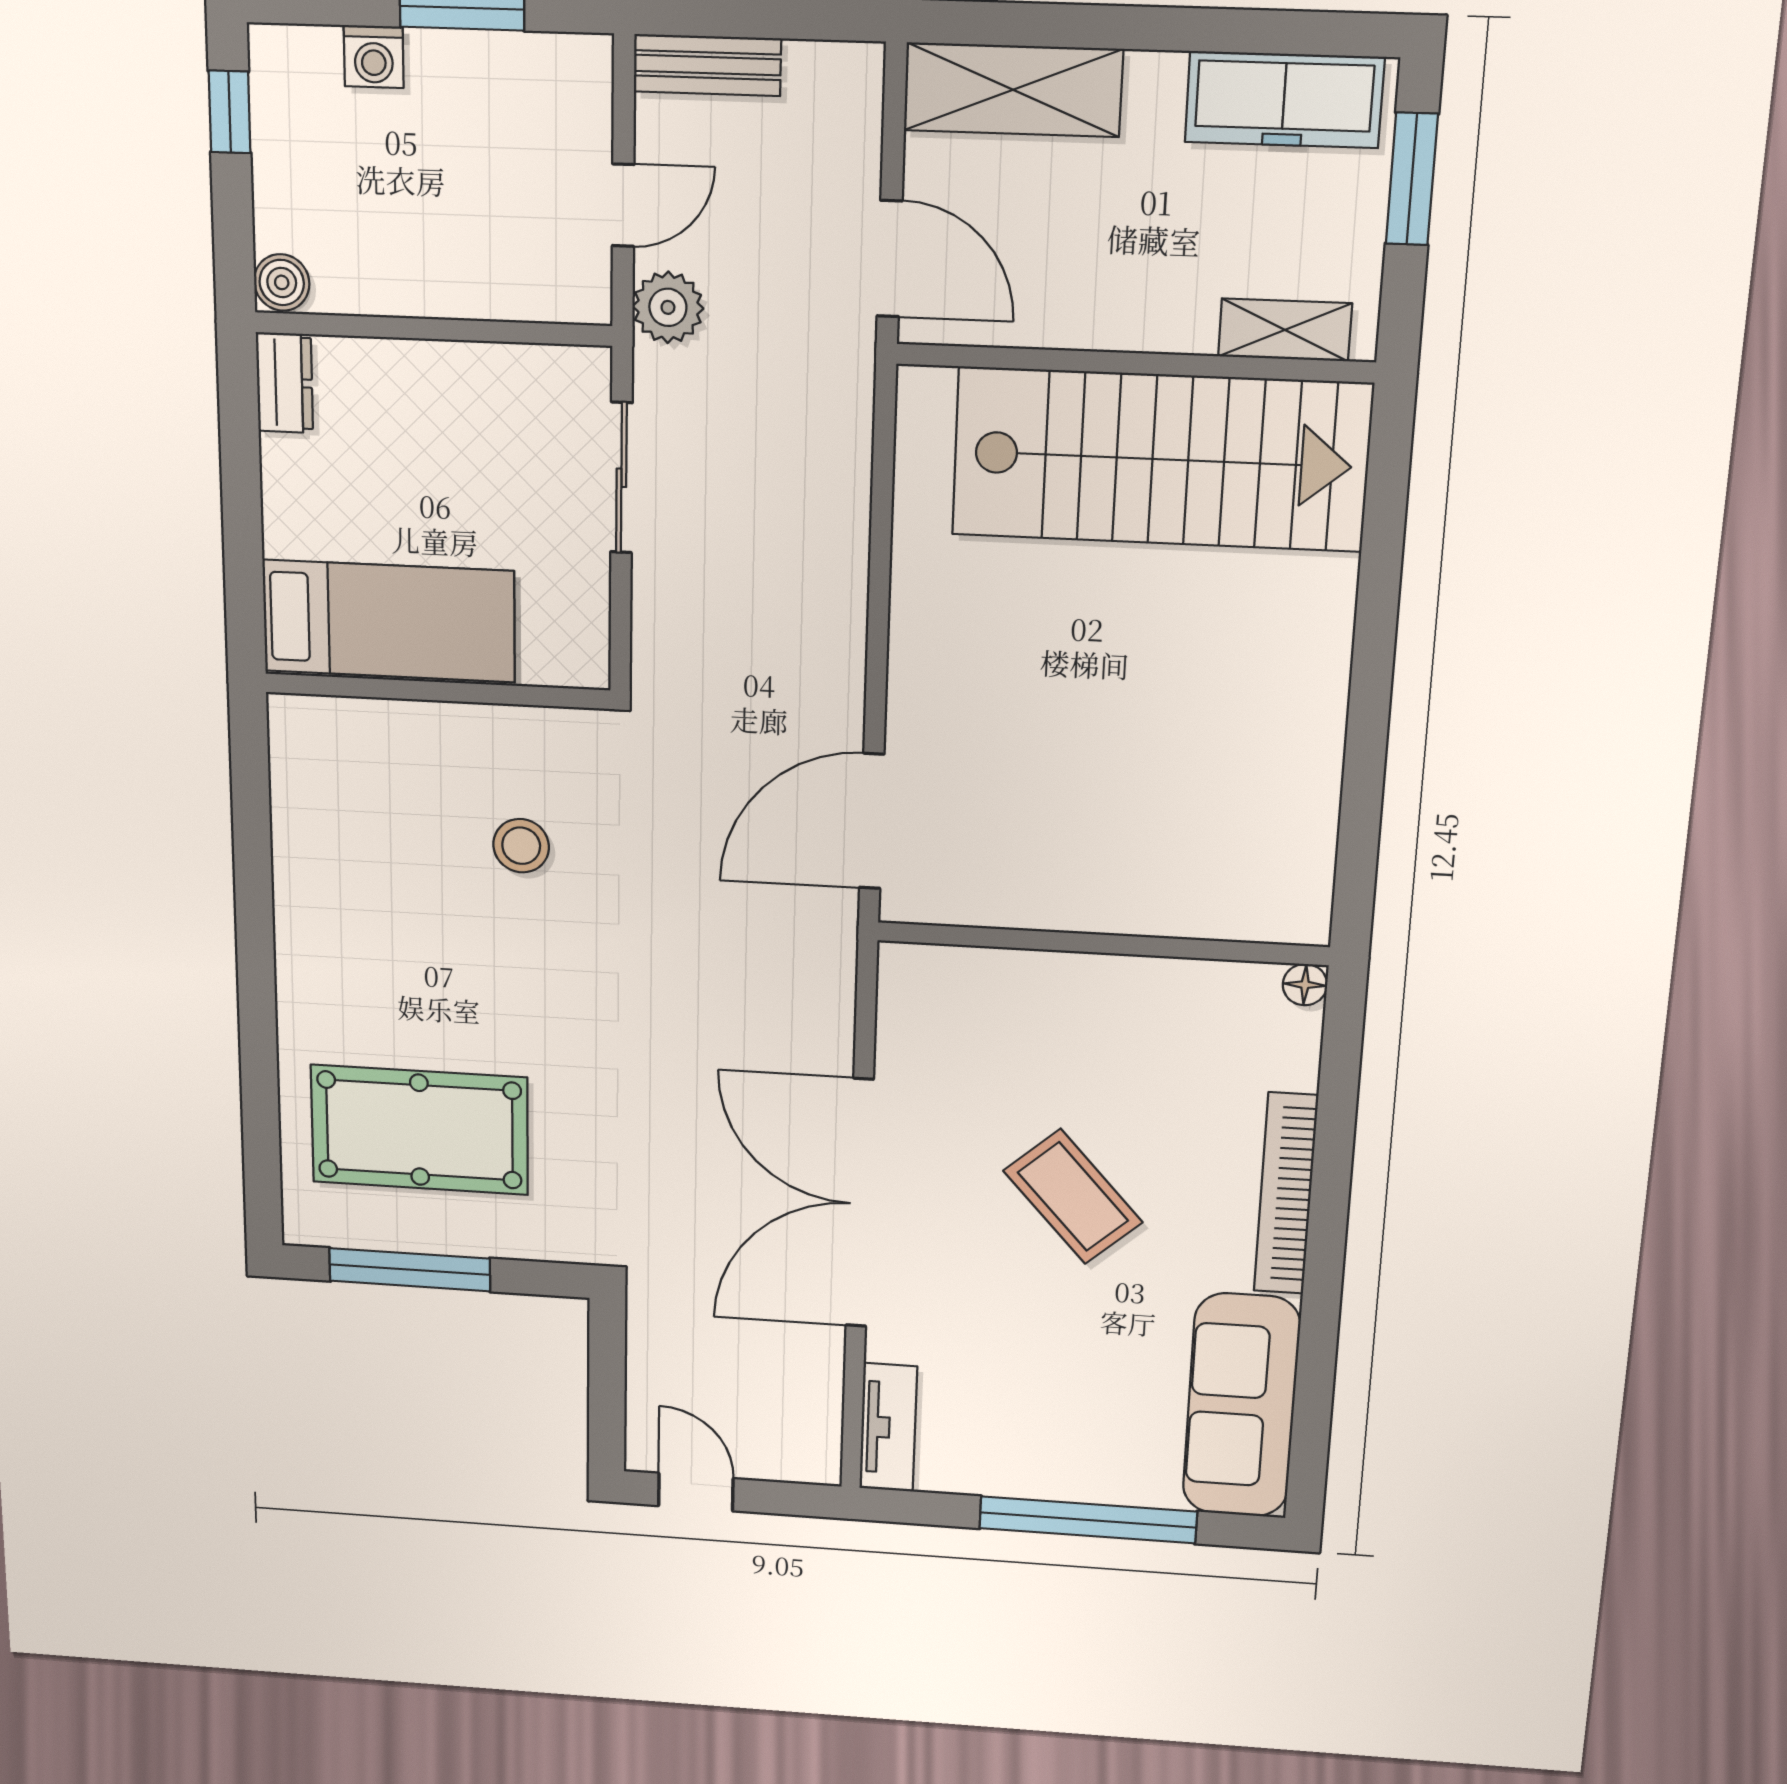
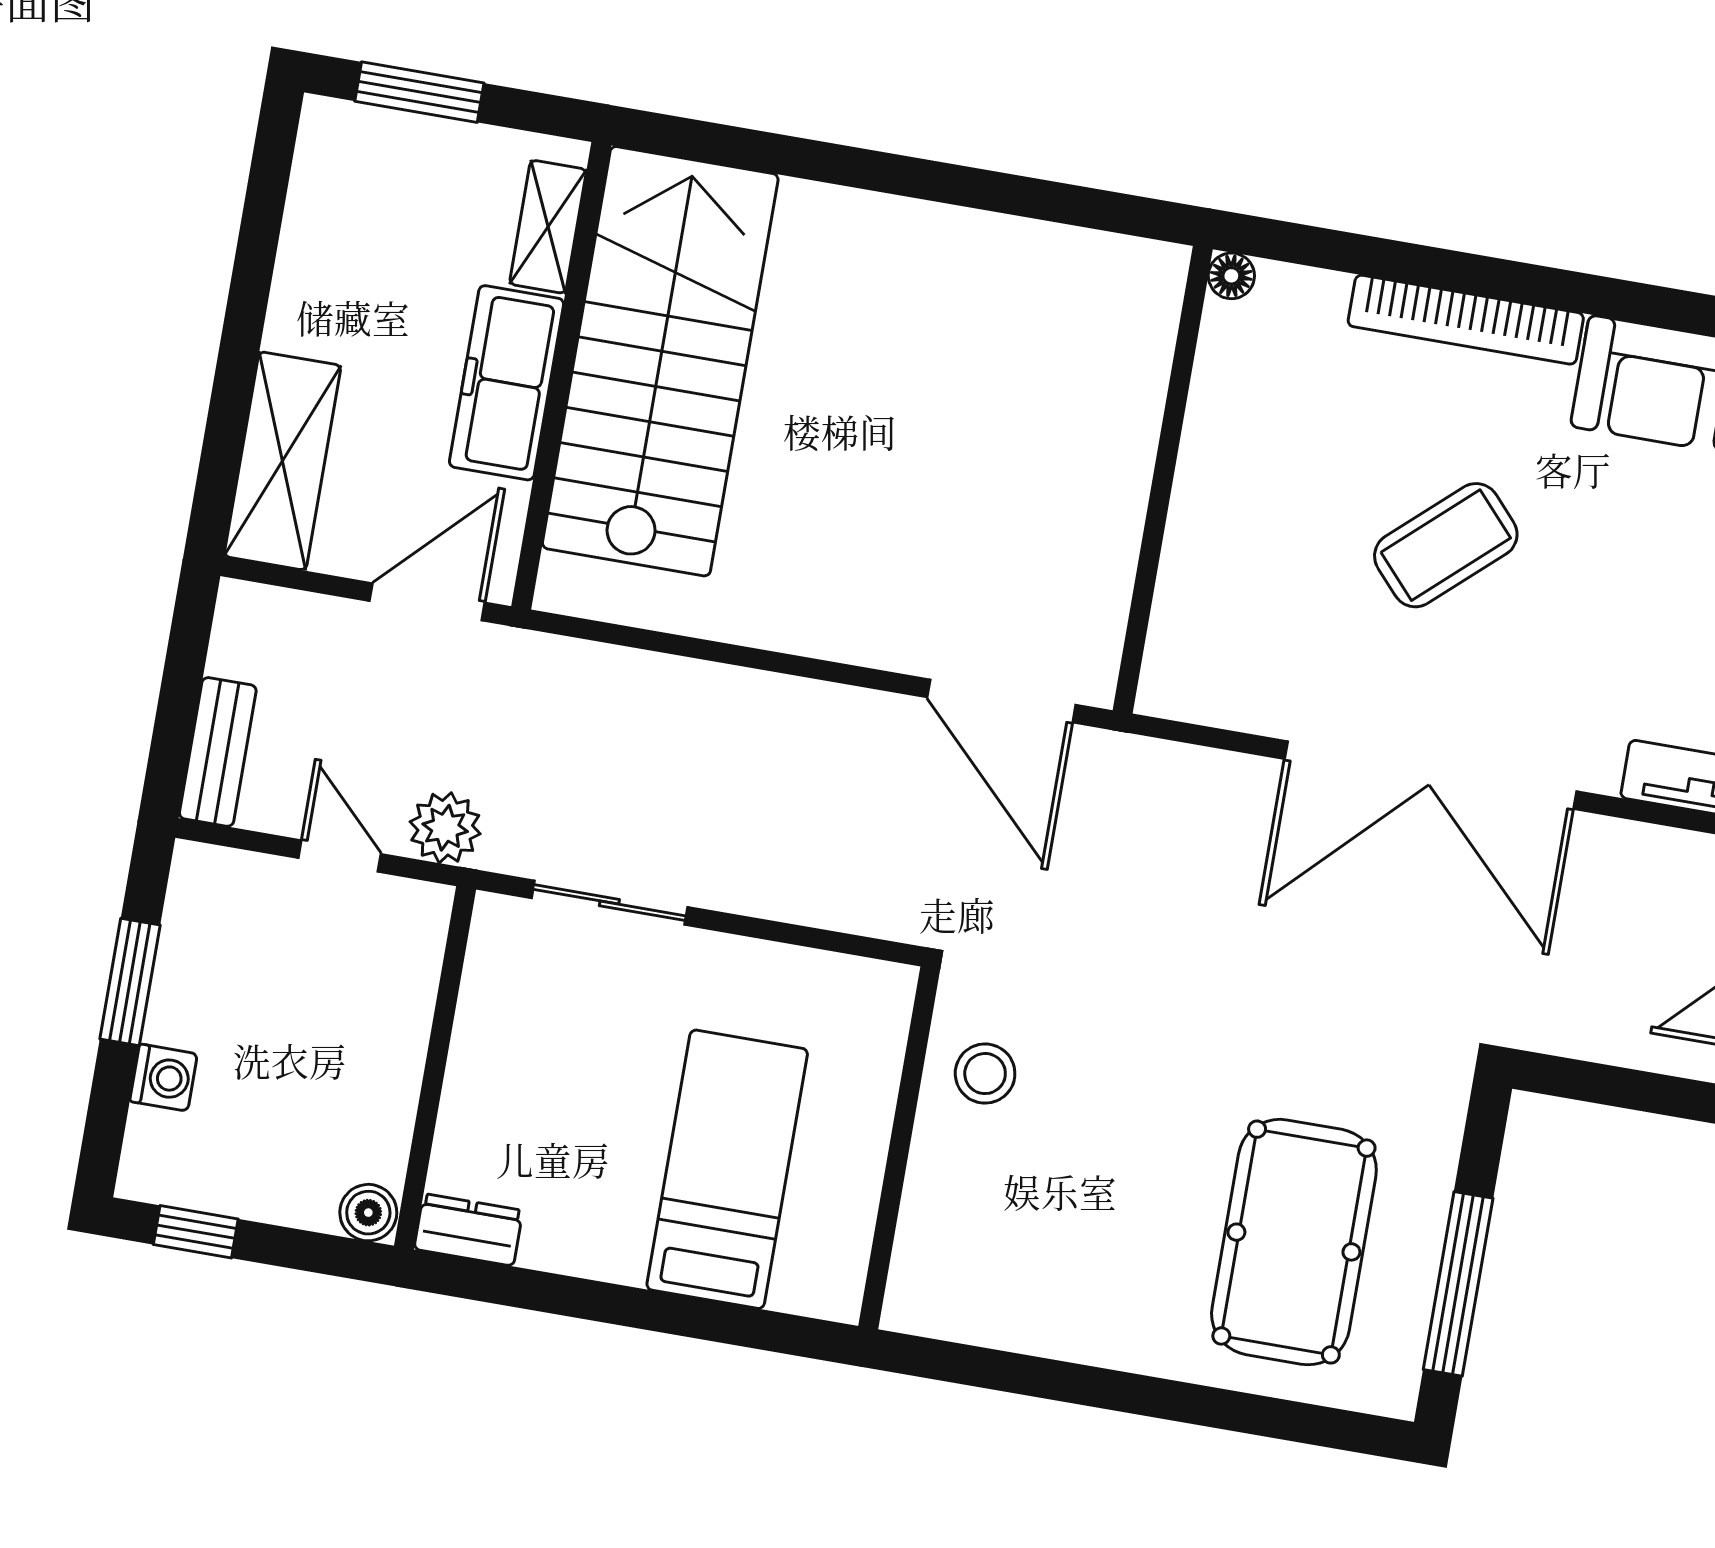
freezer: (1284, 100) -> (506, 383), moved, turned 180
wall: (437, 691) -> (899, 1148), moved

